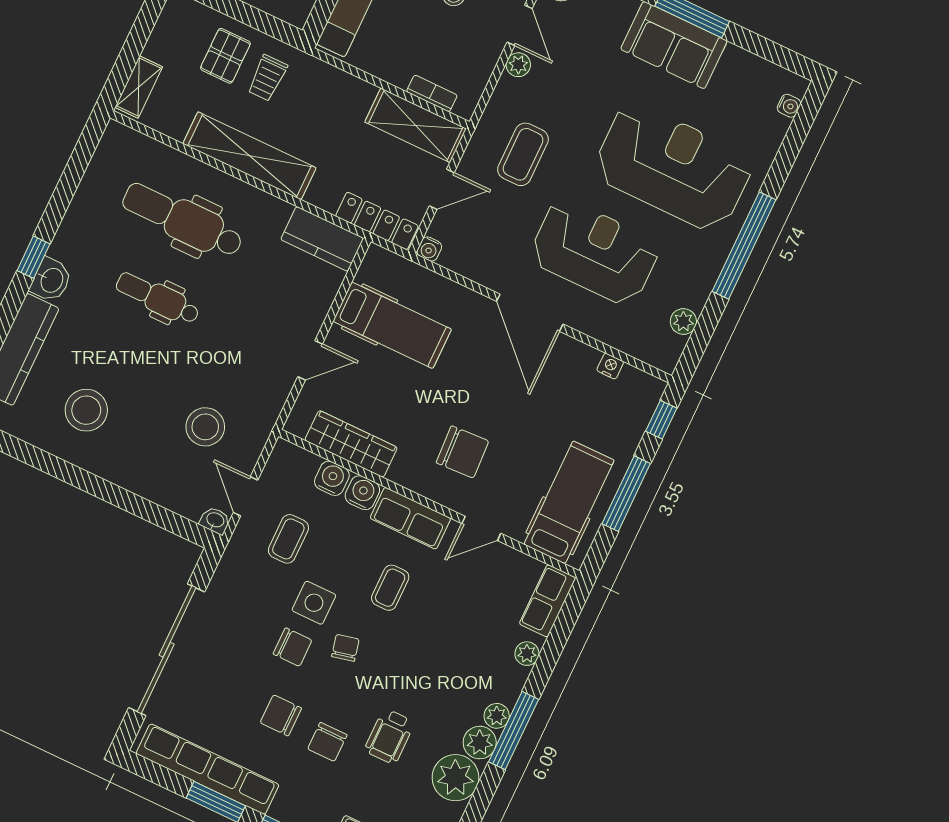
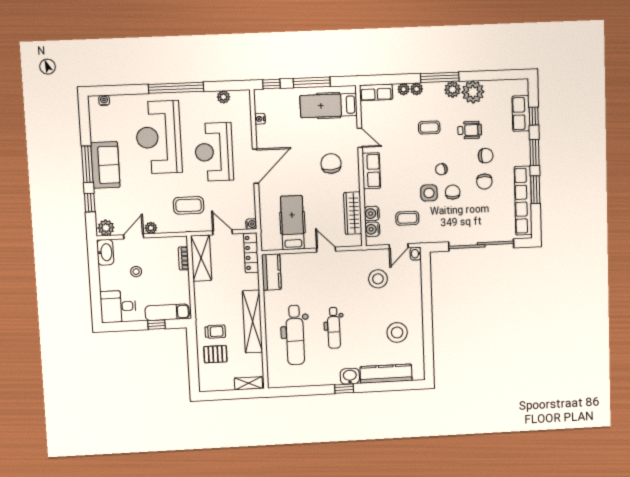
water cooler: (362, 493) -> (372, 229), moved
coffee table: (390, 588) -> (429, 128), moved
plant: (497, 716) -> (417, 89), moved

